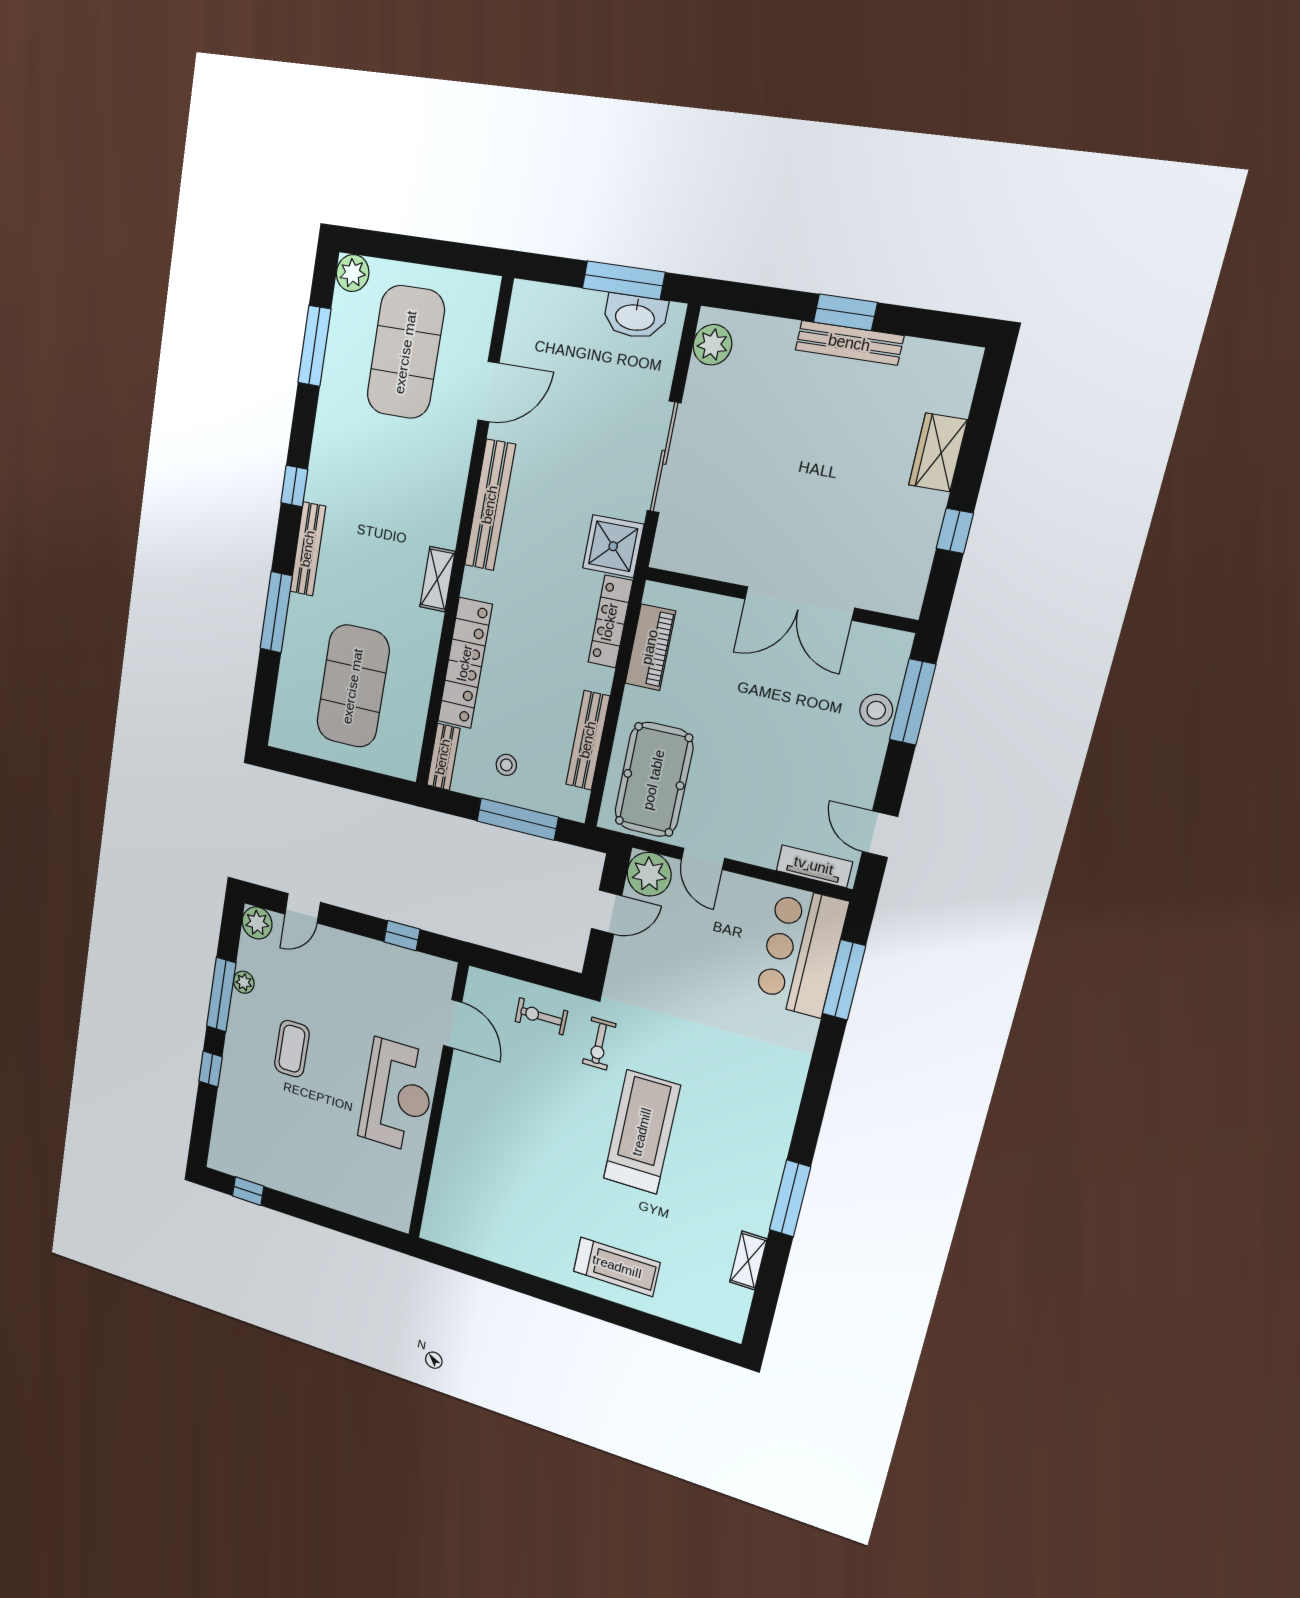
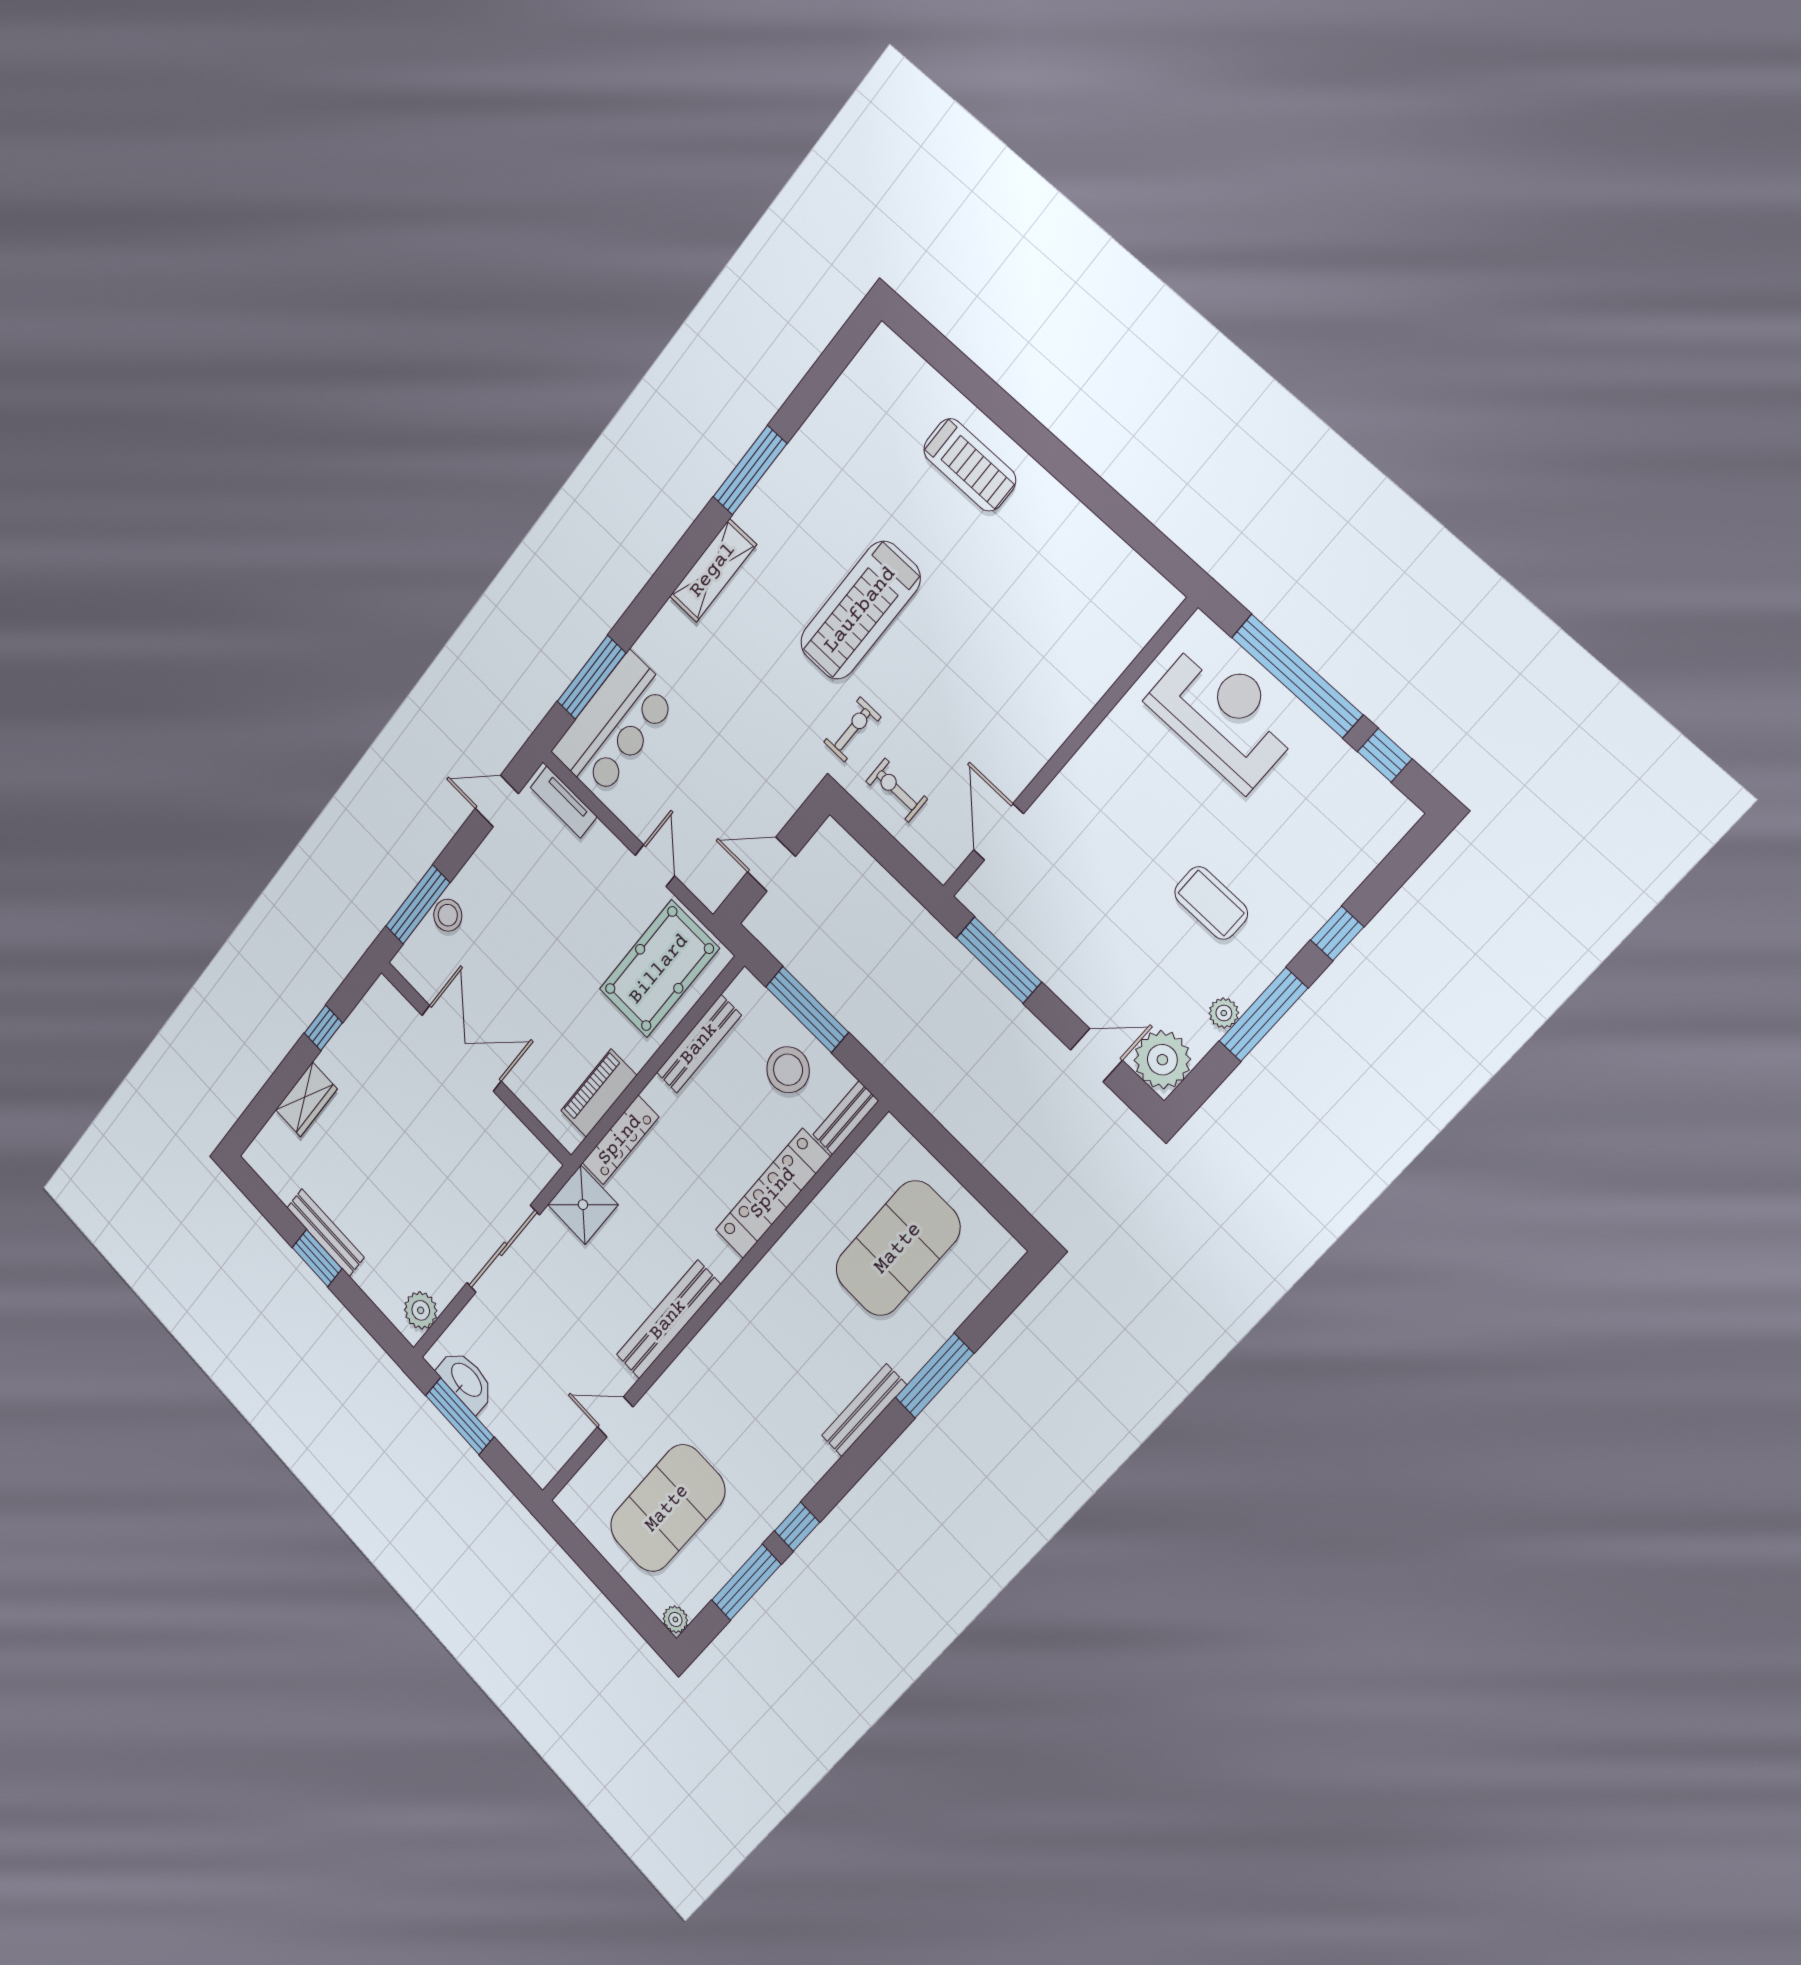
plant: (353, 273) -> (675, 1619), width x0.73, depth x0.73
door: (488, 392) -> (615, 1417), width x0.73
window: (294, 486) -> (797, 1527), moved
shelving: (437, 579) -> (754, 1289), removed
stool: (506, 765) -> (788, 1070), width x1.89, depth x1.89
door: (880, 834) -> (497, 801), swing flipped
plant: (649, 874) -> (711, 879), removed
plant: (257, 923) -> (1162, 1060), width x1.36, depth x1.36
window: (402, 936) -> (999, 960), width x2.17
exercise bike: (541, 1016) -> (897, 790), turned 180
coffee table: (292, 1049) -> (1211, 903), turned 90
reception desk: (397, 1096) -> (1223, 714), moved, turned 90
window: (325, 1217) -> (1297, 676), added
shelving: (748, 1261) -> (713, 570), moved, width x1.50, depth x1.33
treadmill: (617, 1267) -> (970, 465), turned 180

